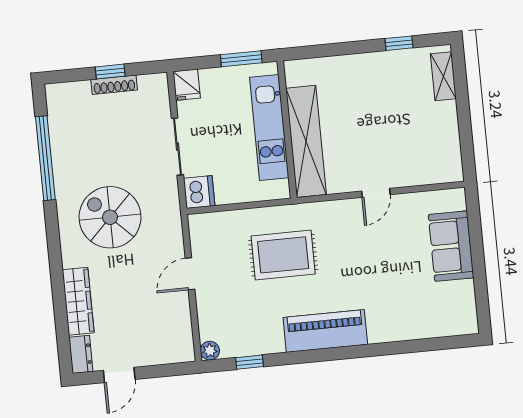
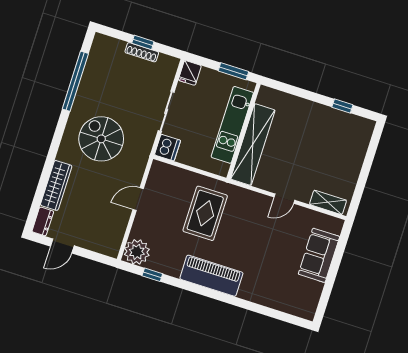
shelving: (443, 76) -> (328, 202), moved, turned 90
rug: (283, 255) -> (205, 213), turned 90
plant: (210, 351) -> (137, 252), width x1.88, depth x1.88

